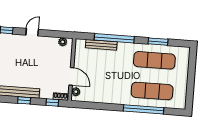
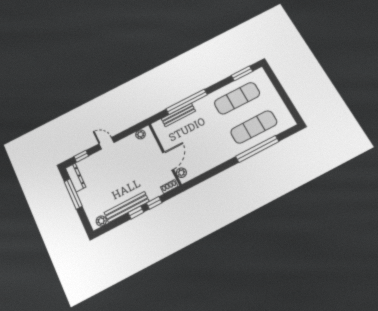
door: (32, 32) -> (106, 143), hinge flipped
window: (158, 42) -> (242, 73), moved
door: (71, 76) -> (168, 161), hinge flipped
window: (52, 103) -> (154, 203), moved

